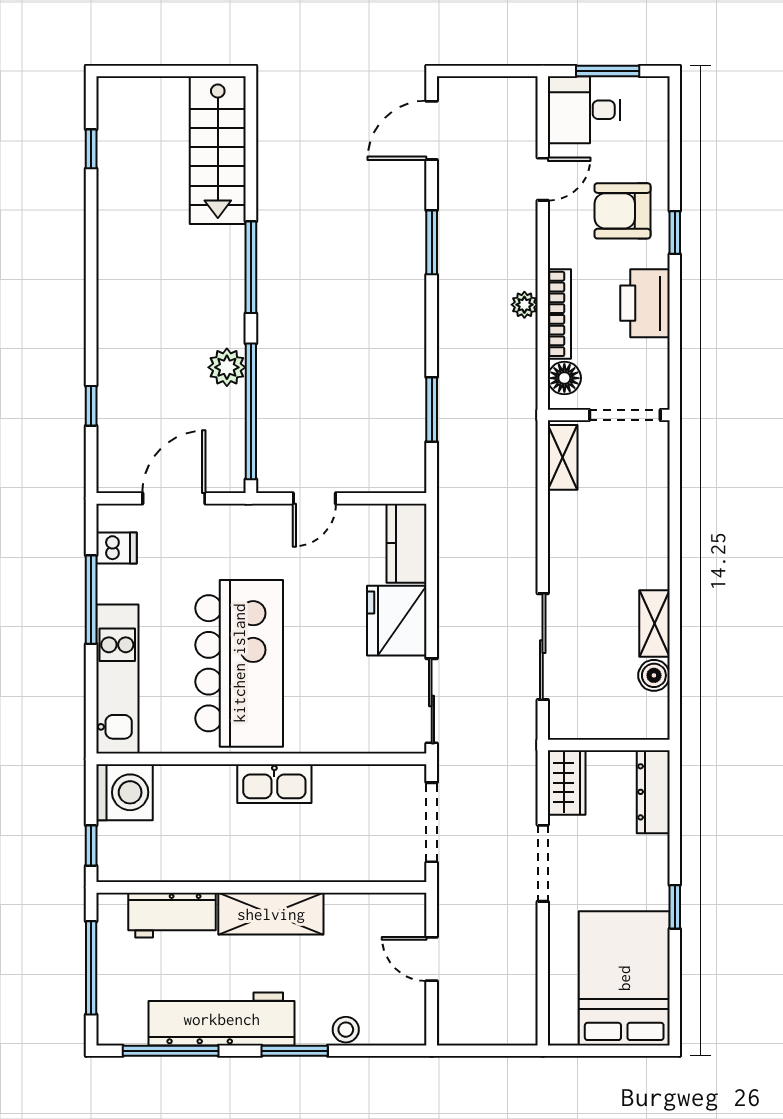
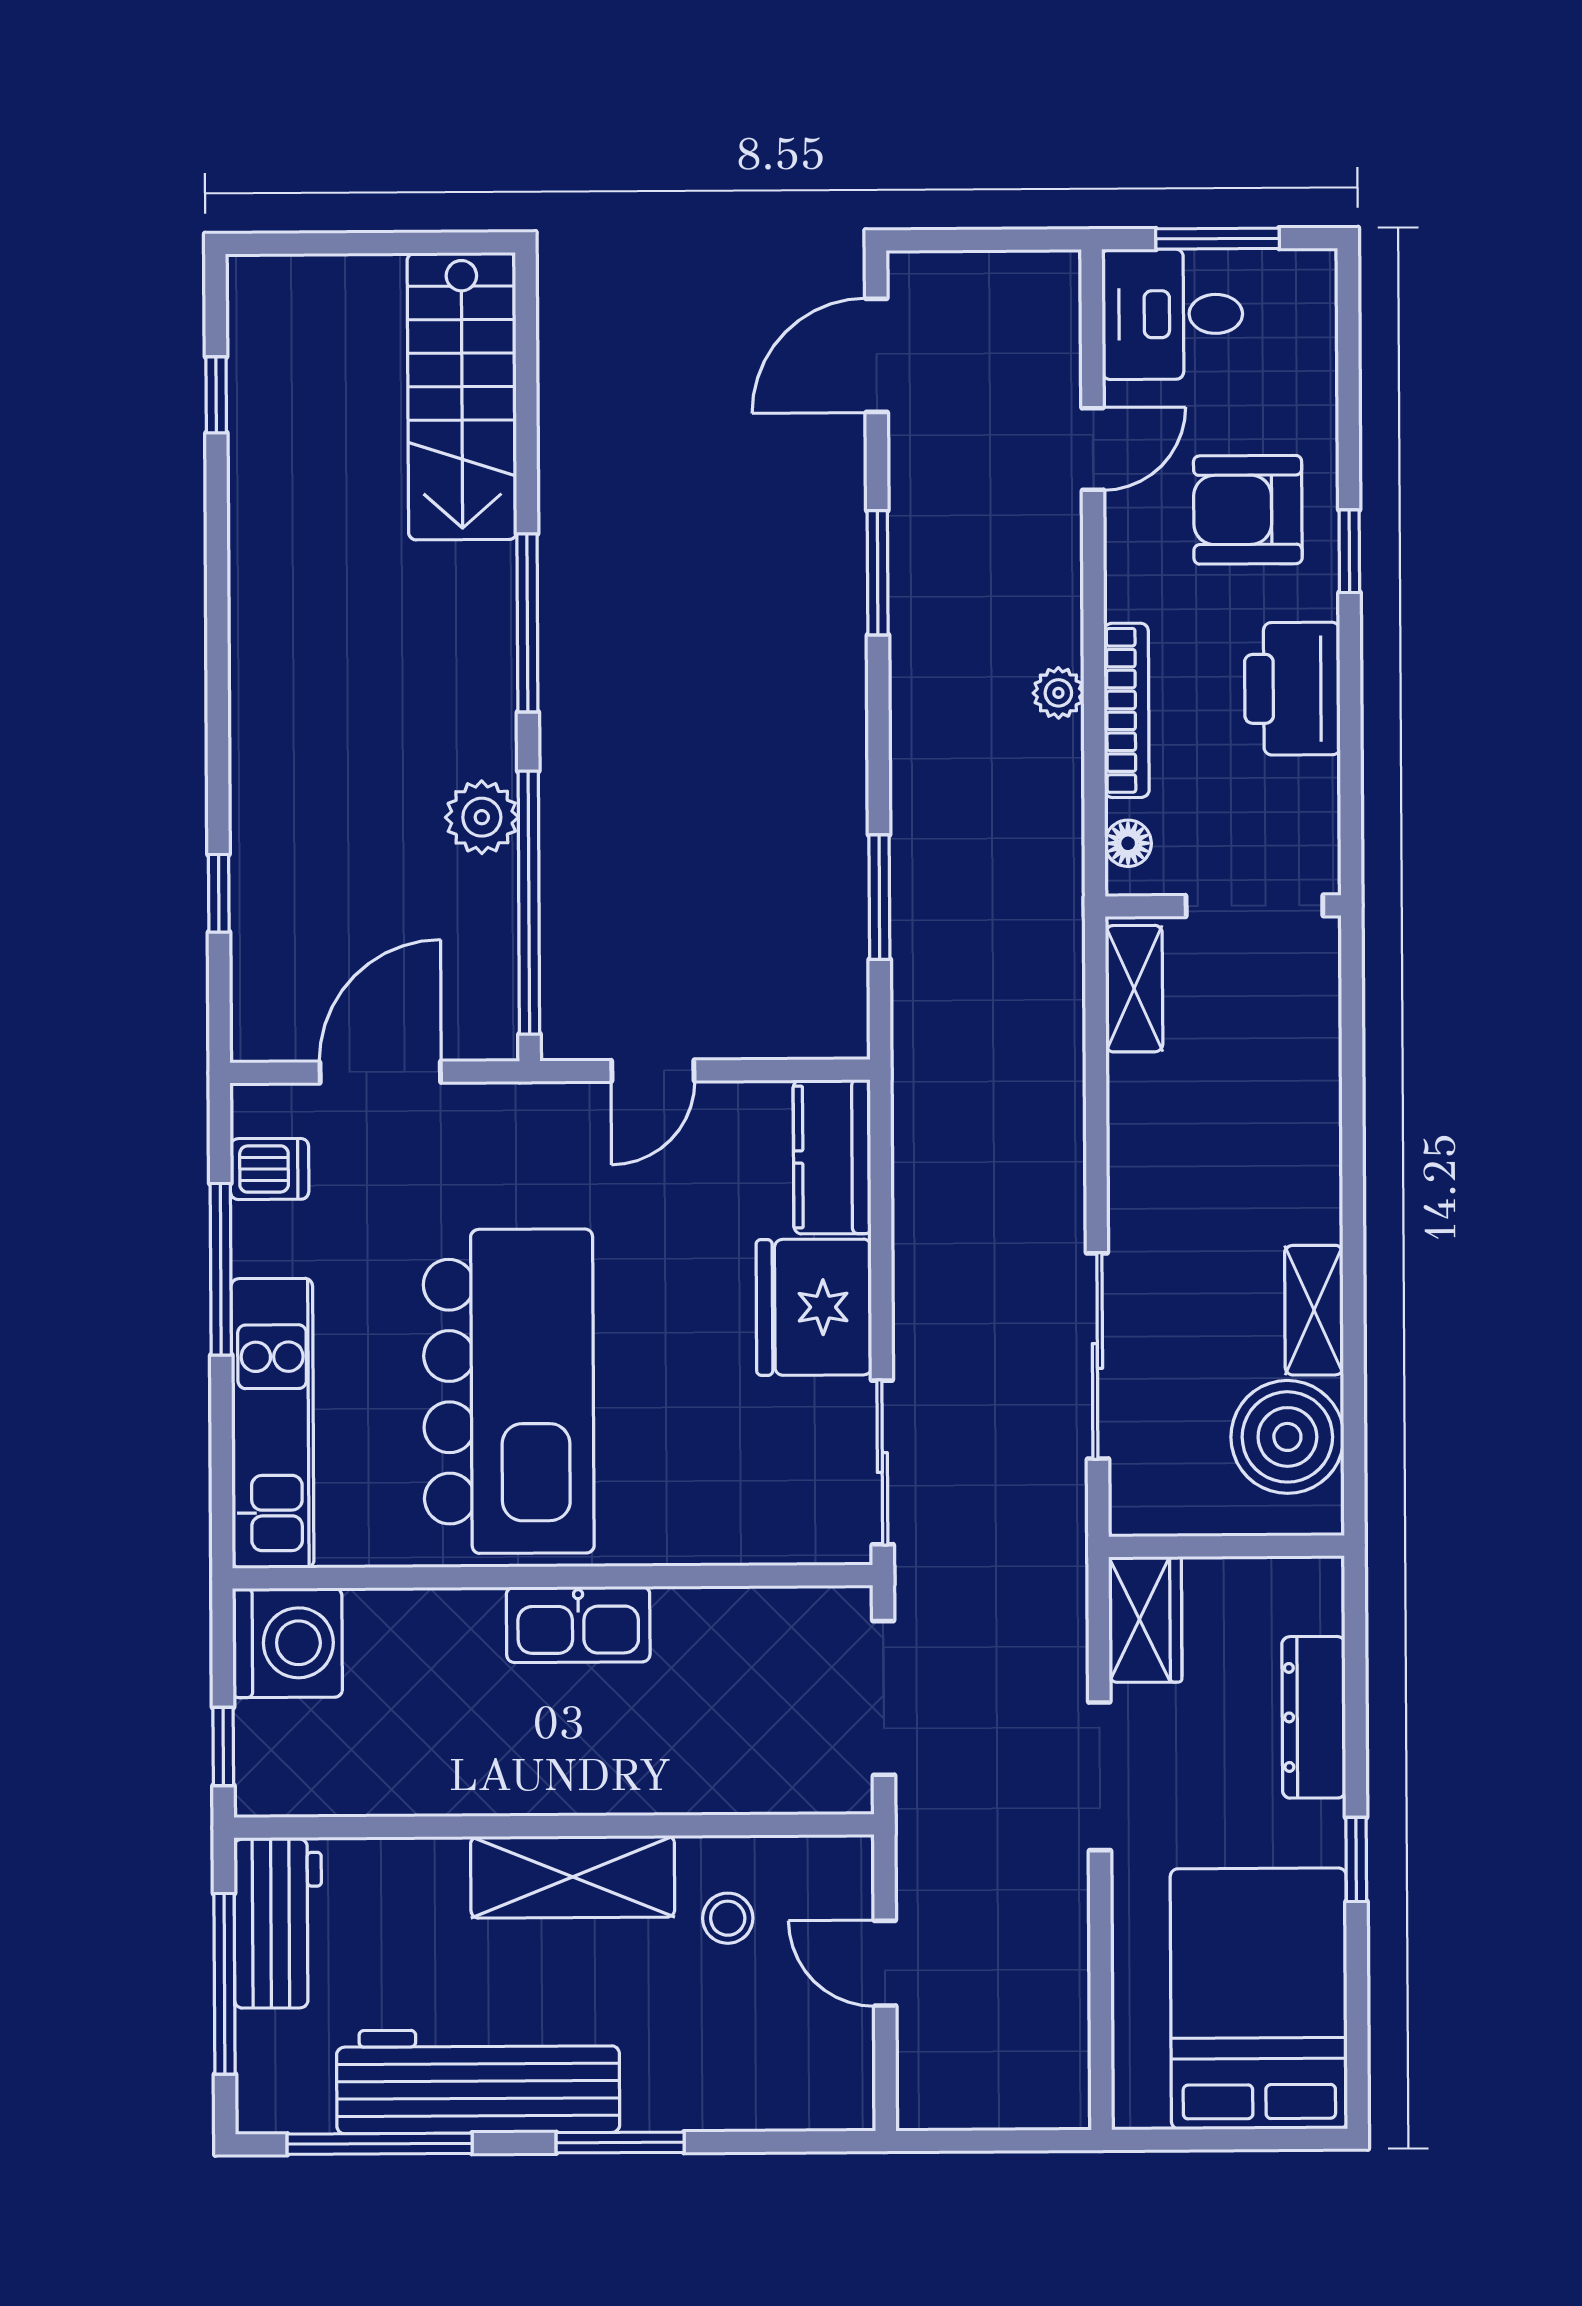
floor lamp: (564, 378) -> (1128, 843), width x0.73, depth x0.73
boiler: (654, 675) -> (1287, 1437), width x1.86, depth x1.86
dresser: (653, 792) -> (1314, 1717), moved
workbench: (172, 915) -> (278, 1923), moved, turned -90
stool: (346, 1030) -> (728, 1918), moved

